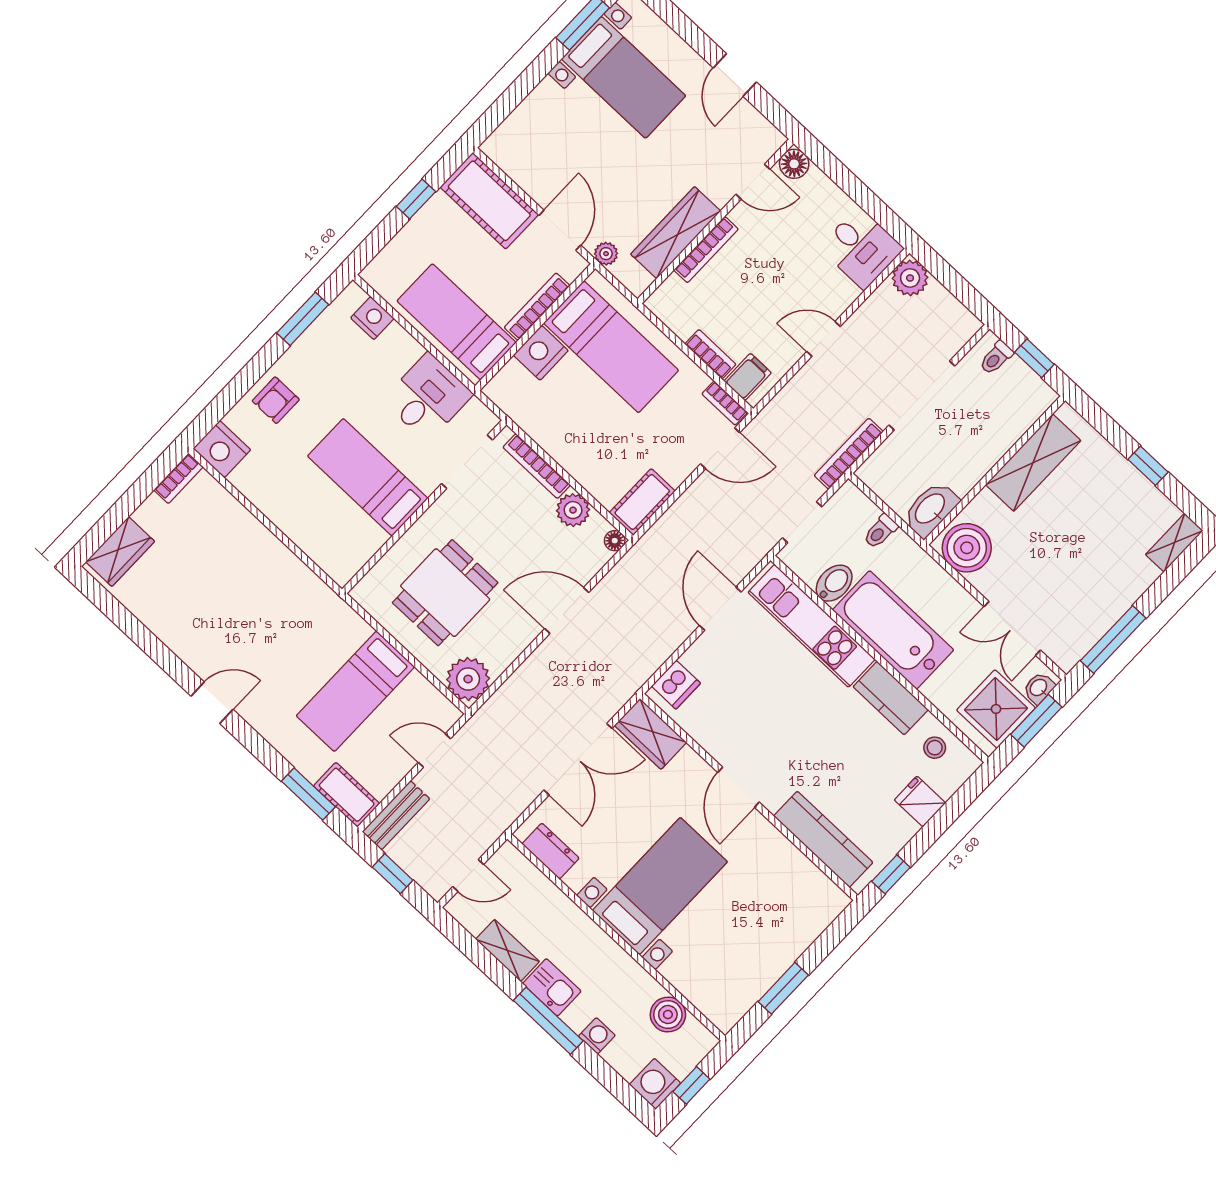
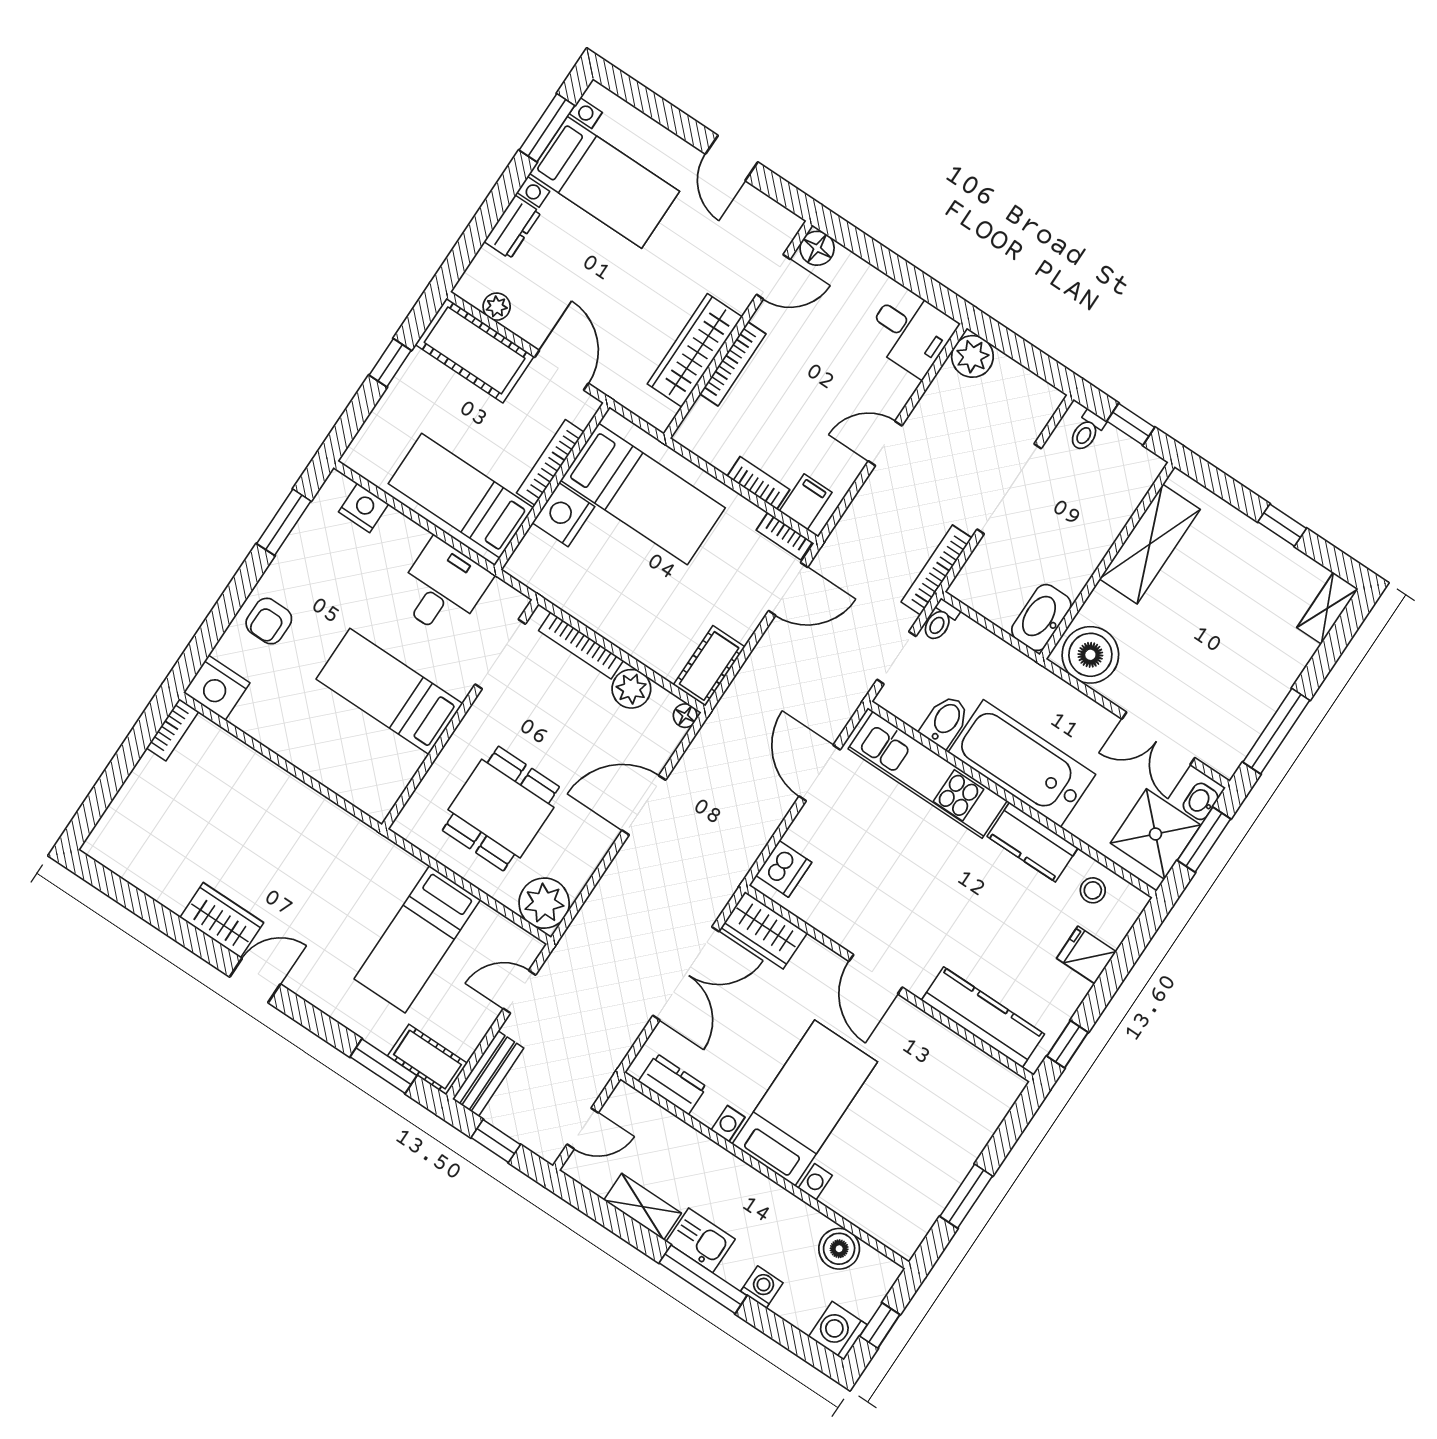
dresser: (539, 102) -> (513, 227), added
plant: (606, 254) -> (497, 307), moved
toilet: (880, 531) -> (940, 621), moved
wardrobe: (120, 552) -> (222, 920), moved, turned -90

